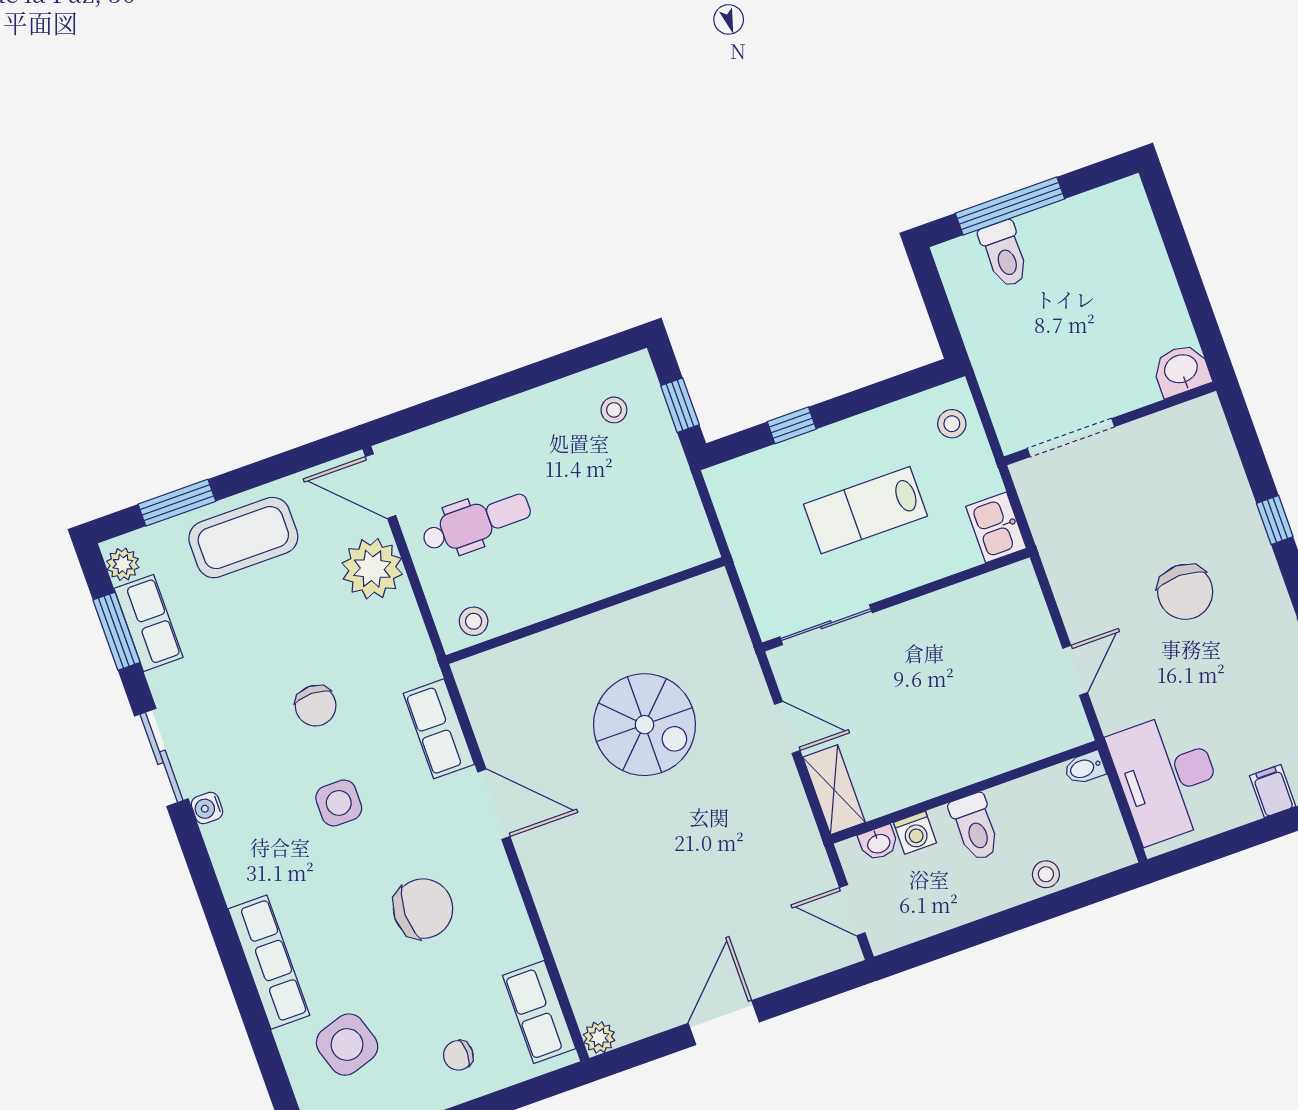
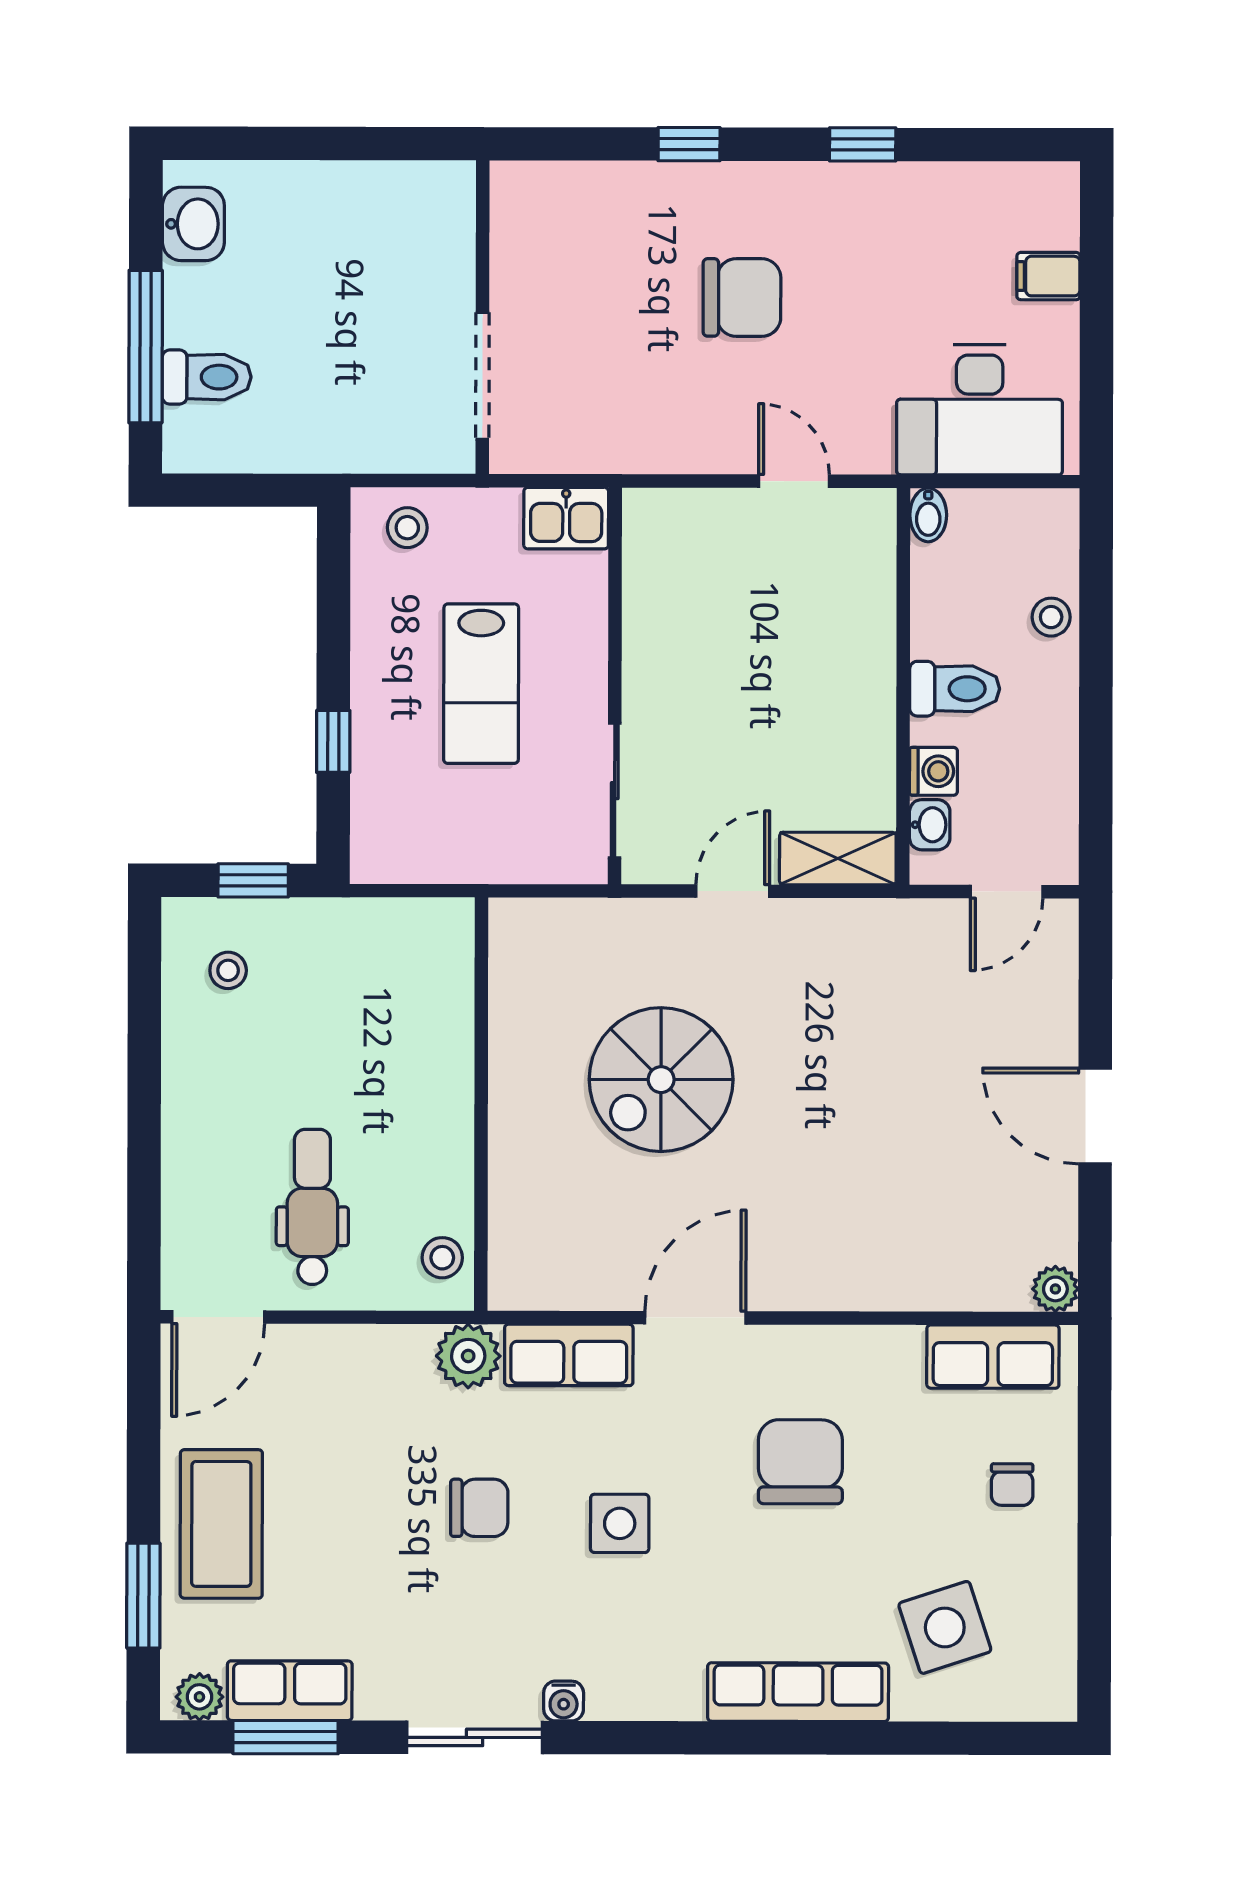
washbasin: (1181, 370) -> (193, 224), moved, turned 180
plant: (372, 569) -> (468, 1356), moved, width x0.73, depth x0.73
spiral stairs: (644, 725) -> (661, 1080), turned 180

